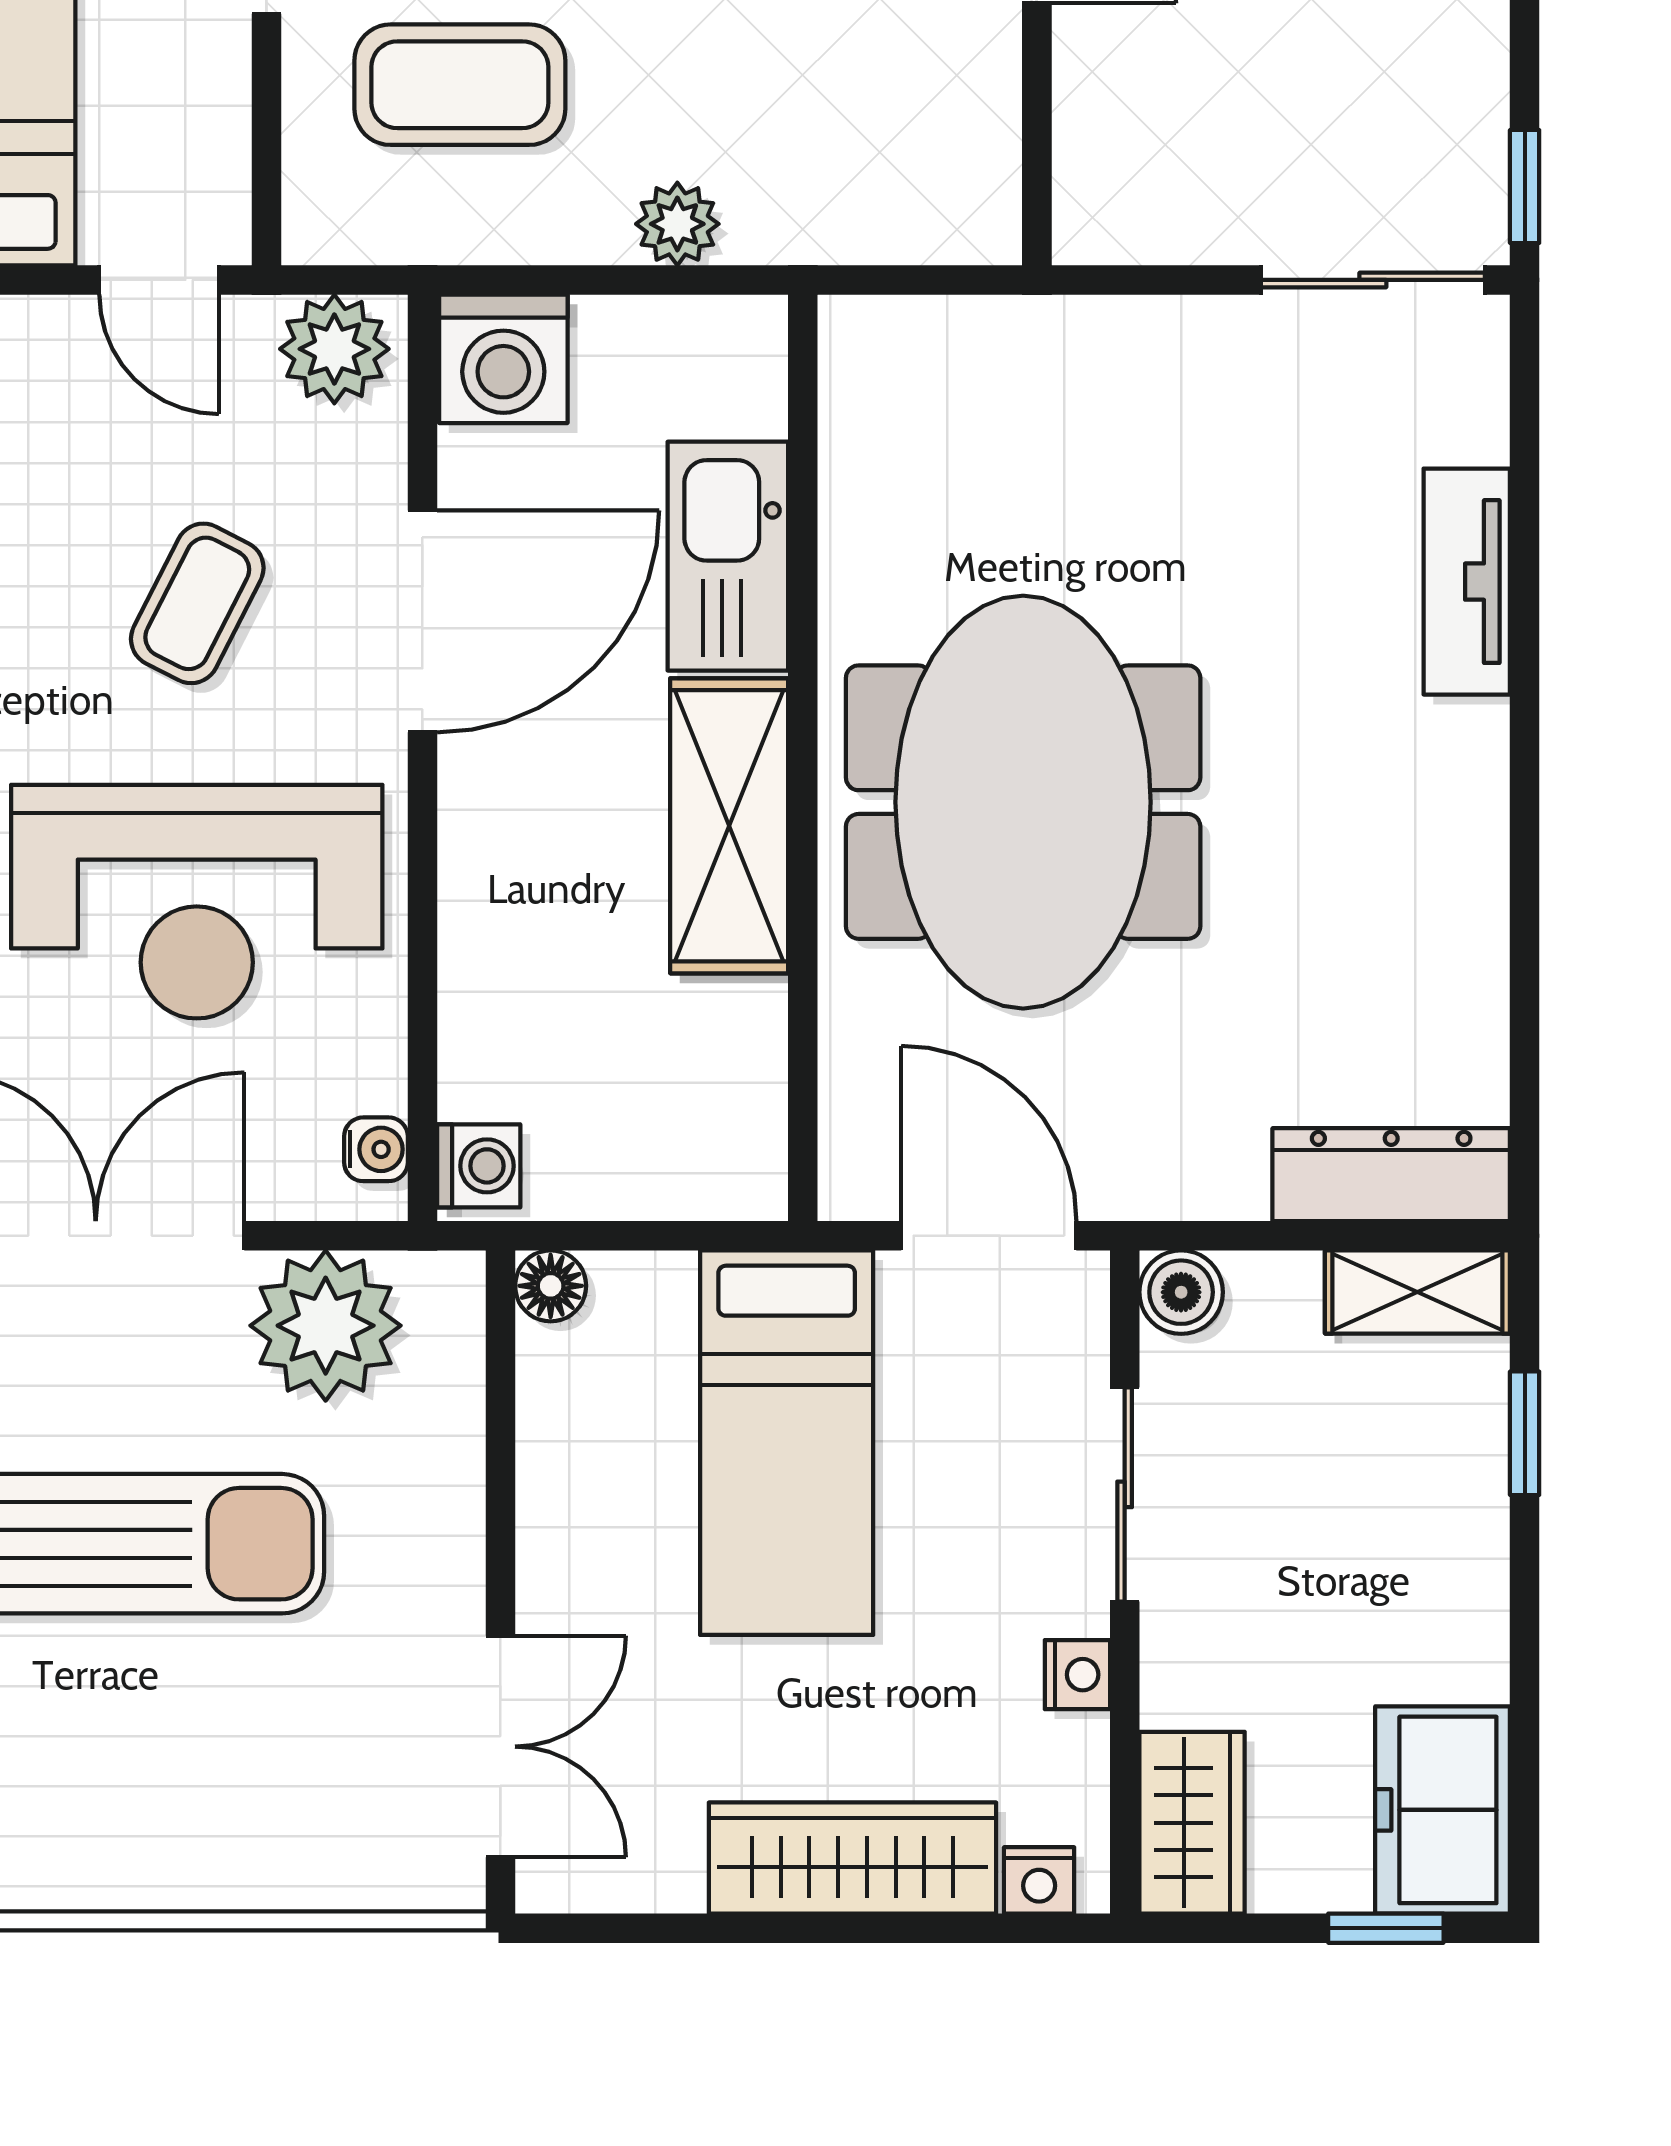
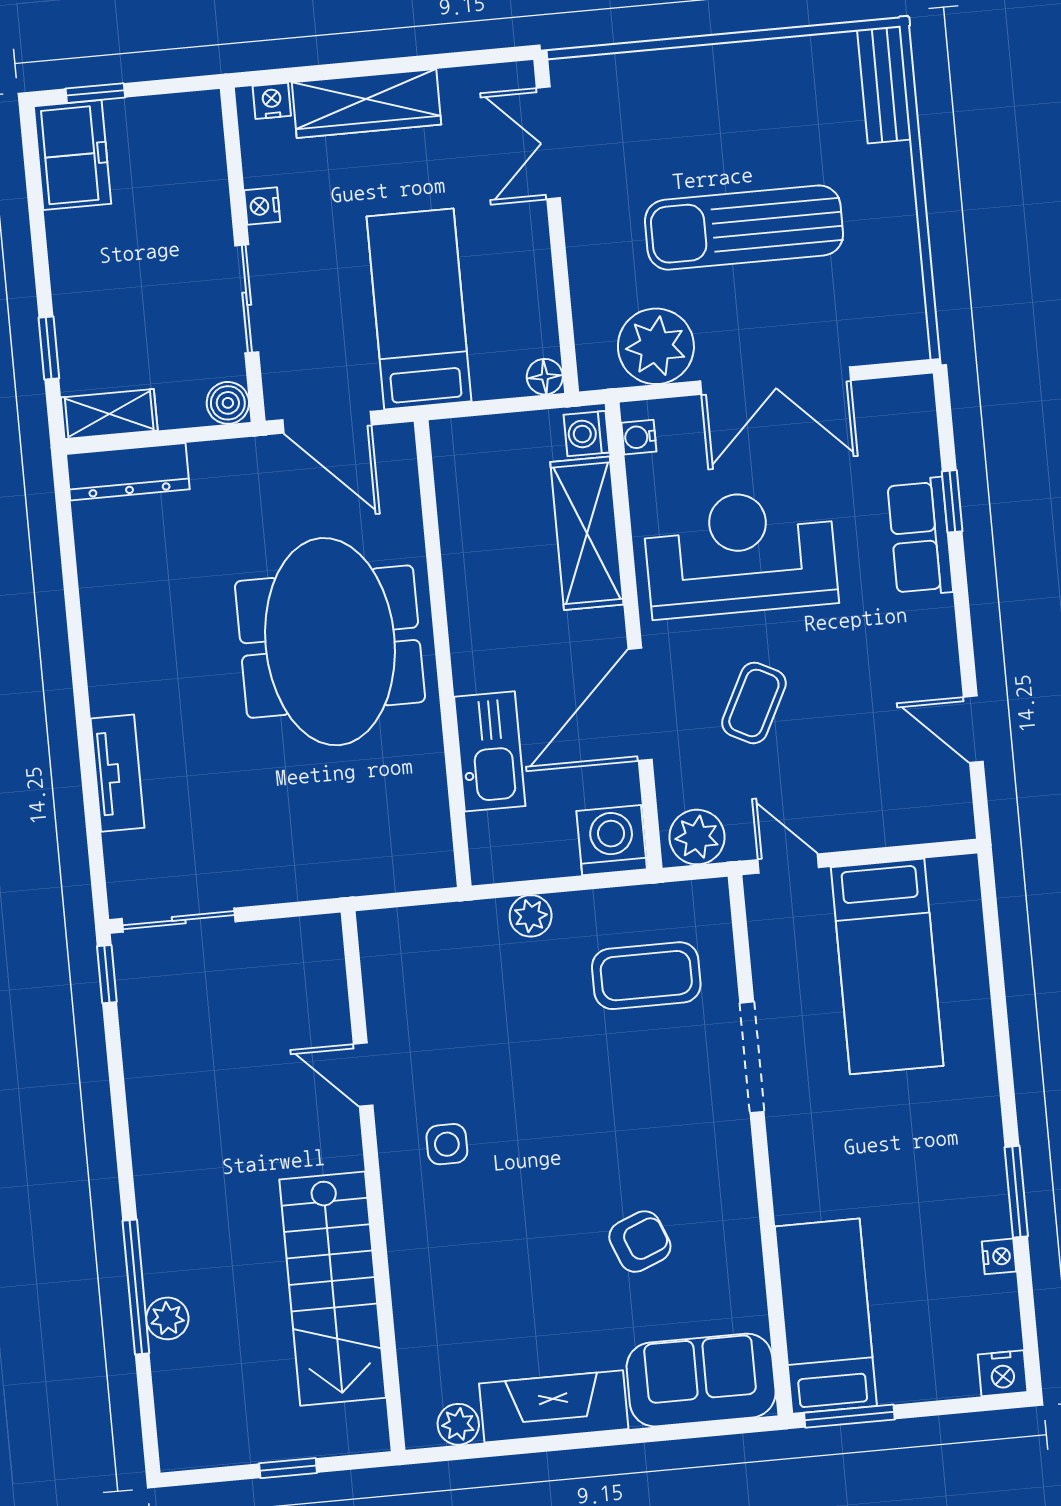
shelving: (729, 826) -> (587, 533), moved
wardrobe: (1192, 1823) -> (198, 137), removed

